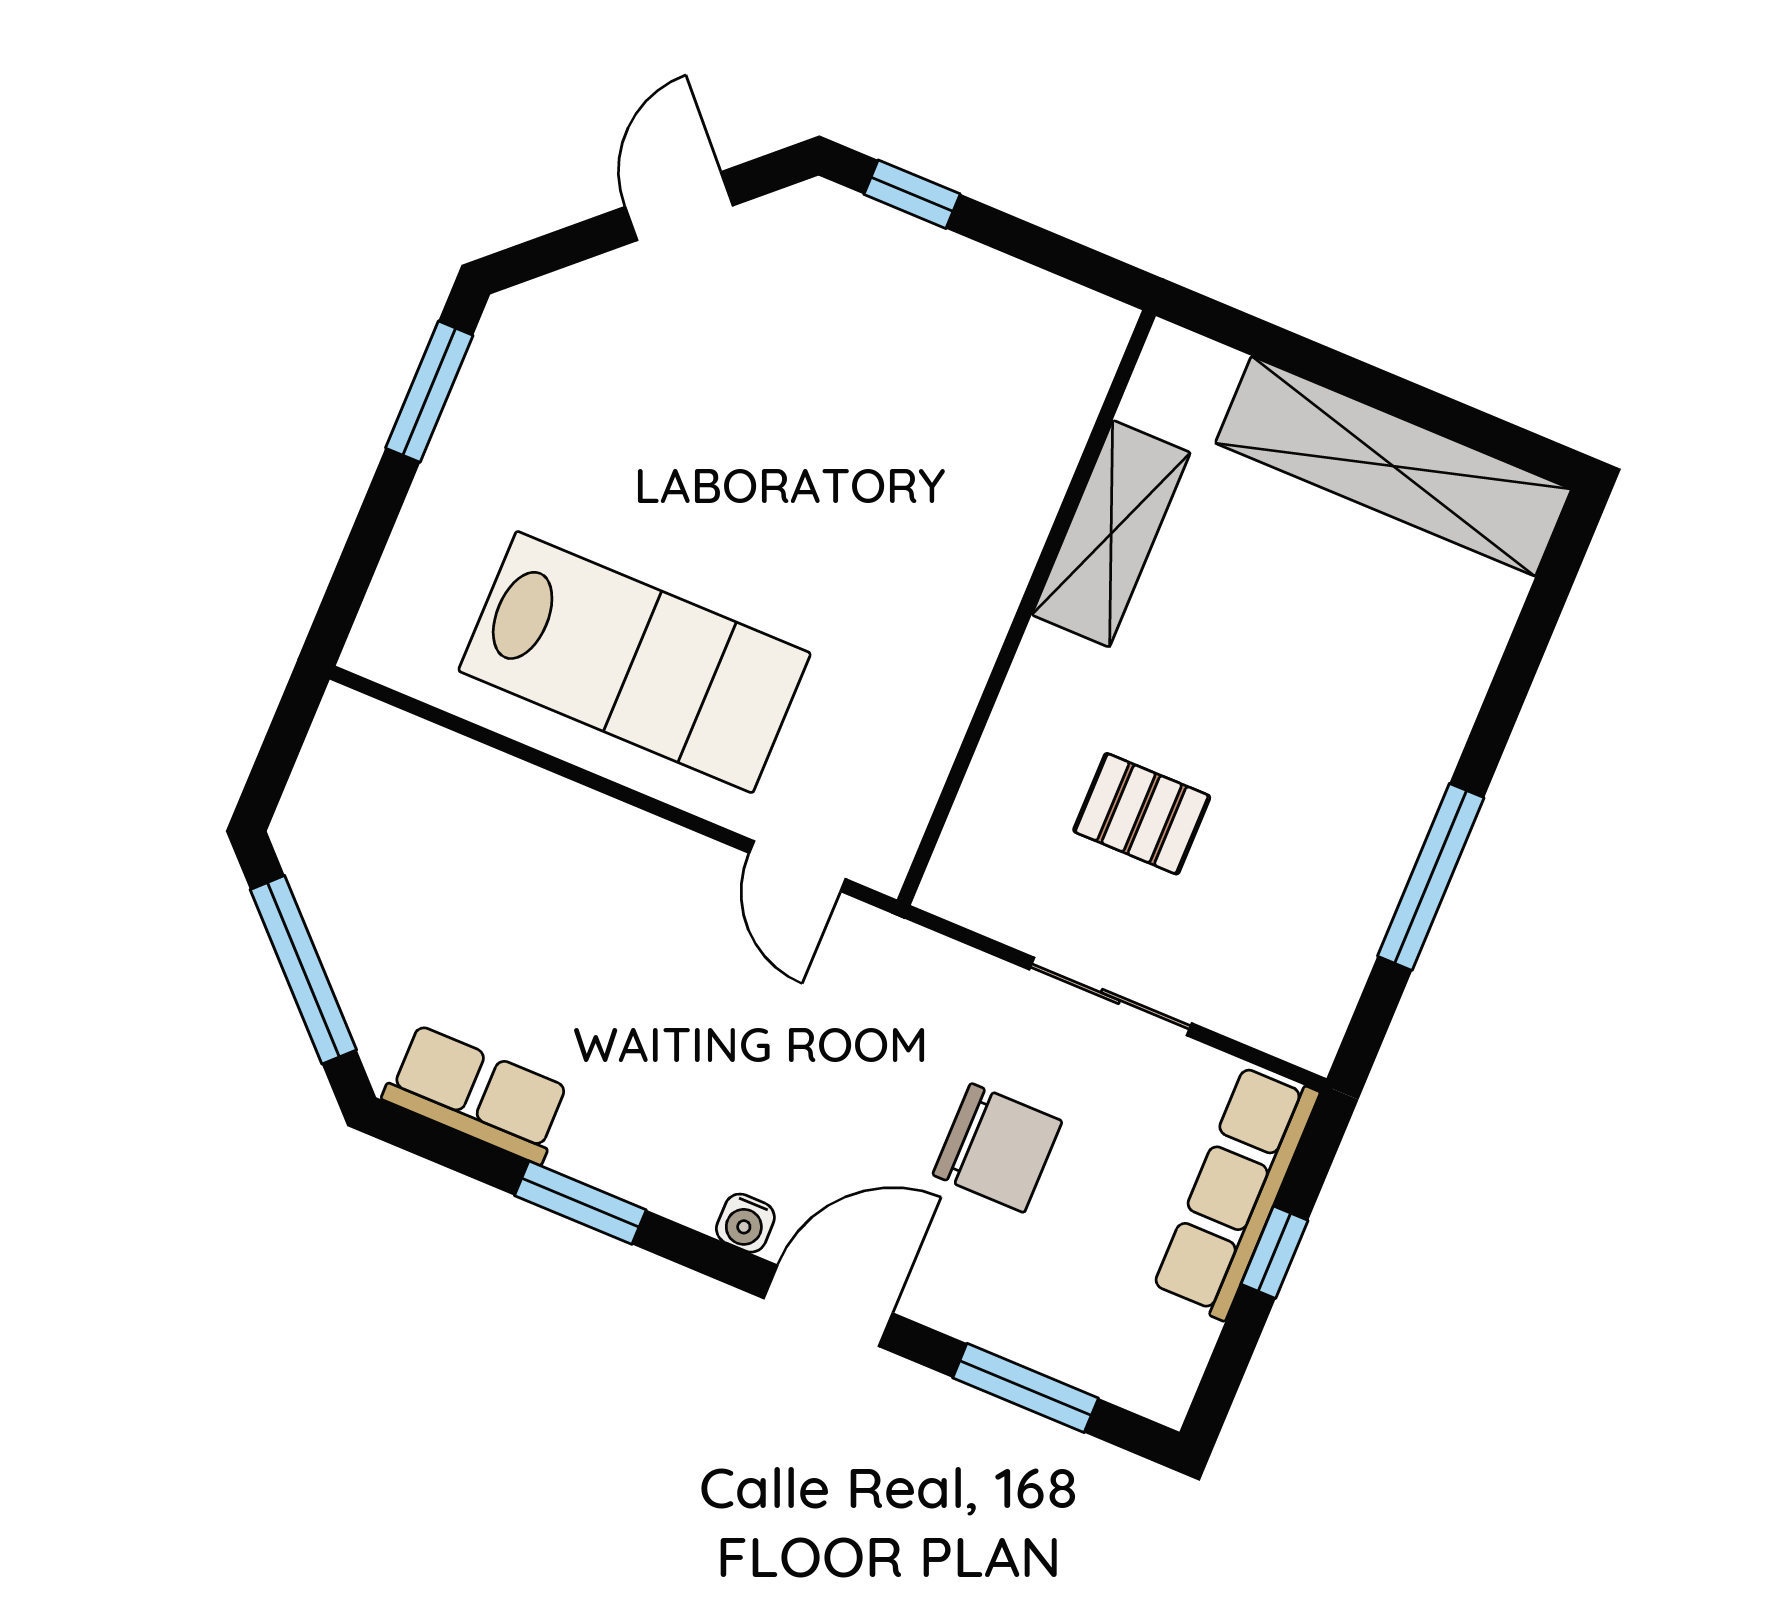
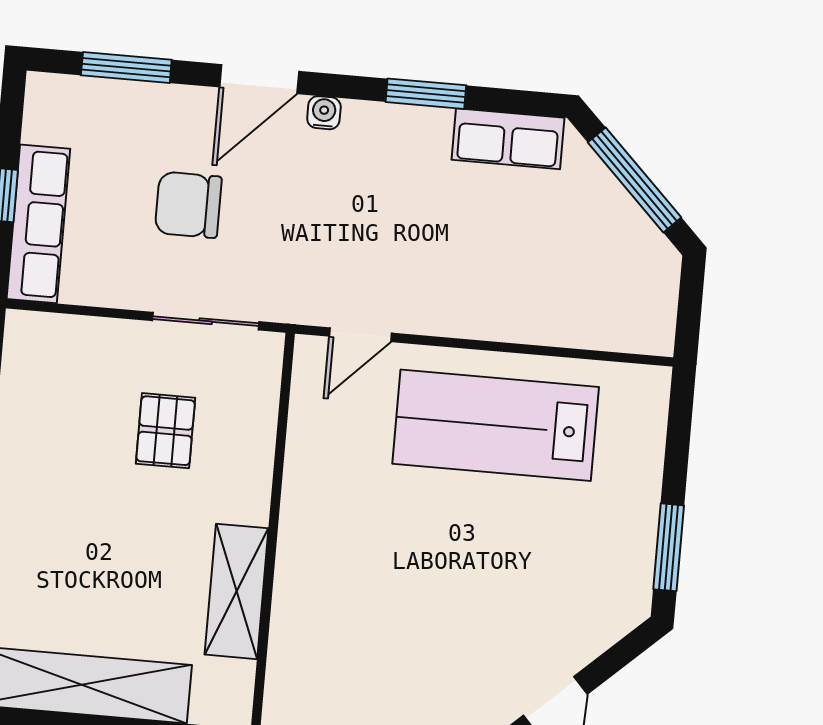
pallet: (1142, 814) -> (166, 431), turned 90
door: (797, 866) -> (360, 335), swing flipped
sliding door: (1110, 996) -> (206, 321), moved

